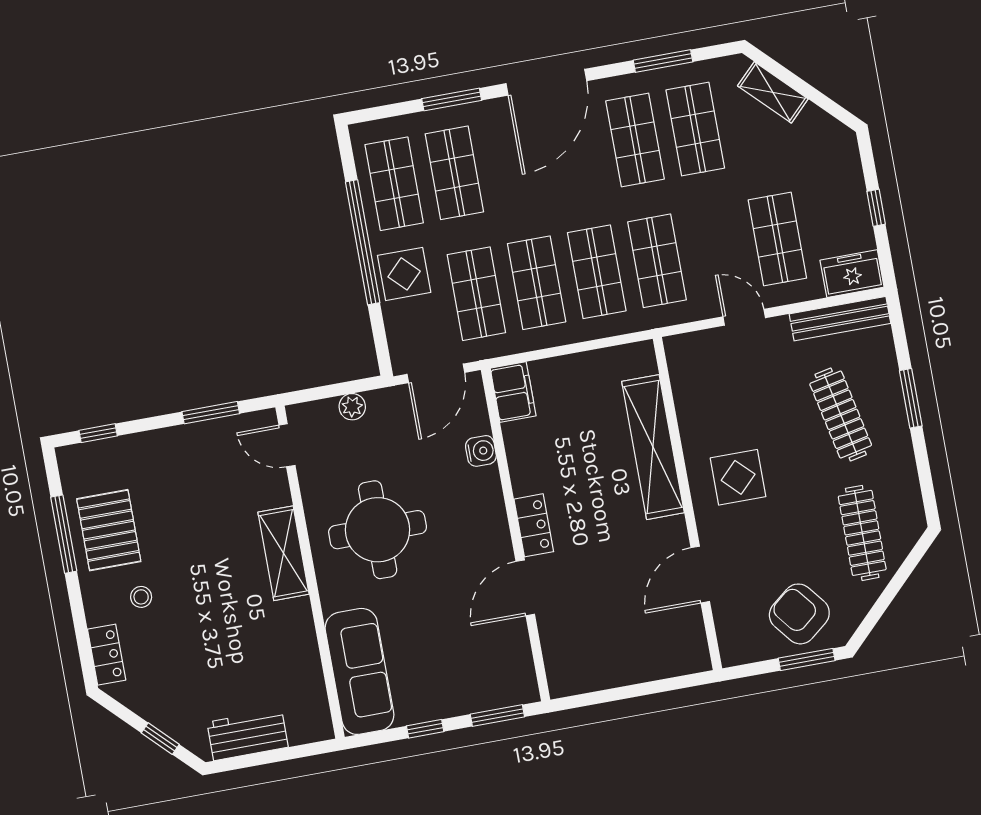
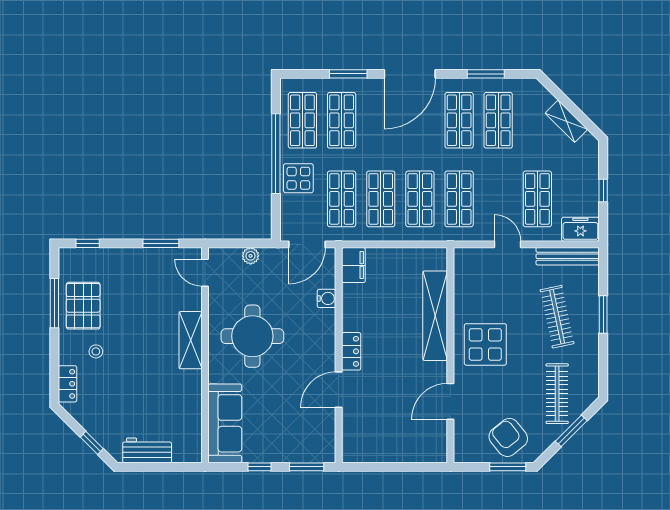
shelving: (773, 92) -> (566, 121), moved
display table: (738, 477) -> (485, 344), width x1.36, depth x1.36
window: (894, 586) -> (571, 431), added

